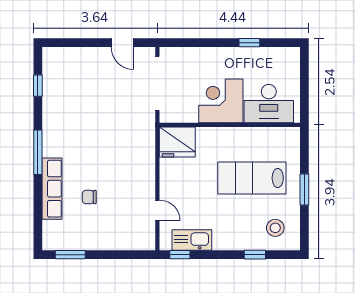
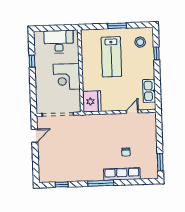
desk: (269, 104) -> (59, 42), moved, turned -90
window: (180, 255) -> (158, 98), removed

